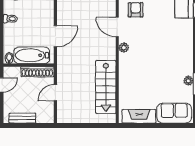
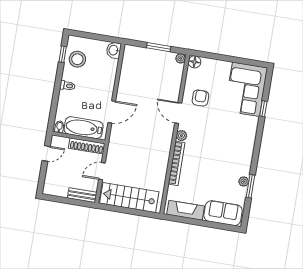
bookcase: (123, 74) -> (176, 163), added
stairs: (106, 87) -> (129, 198), moved, turned 90
bench: (22, 118) -> (82, 195), moved

